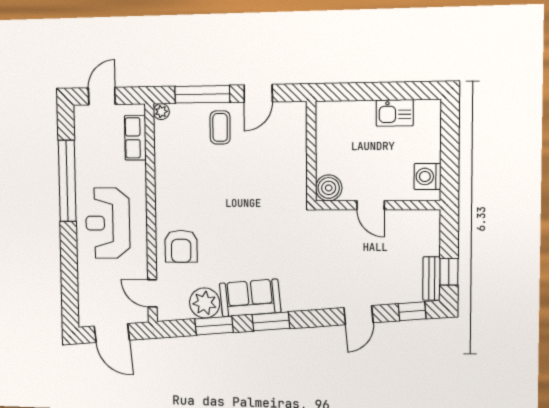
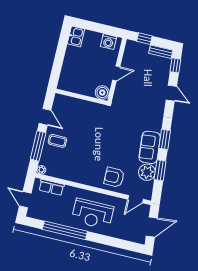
kitchen sink: (395, 113) -> (76, 36), moved
armchair: (181, 246) -> (114, 177), turned 180
window: (449, 272) -> (144, 39), moved

